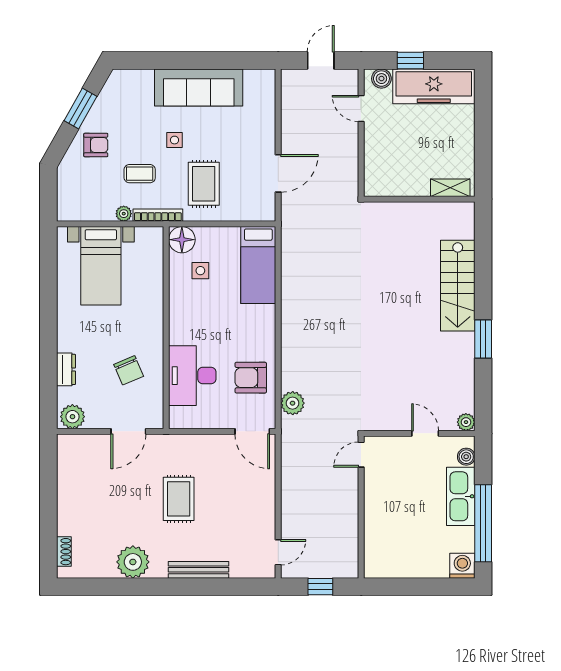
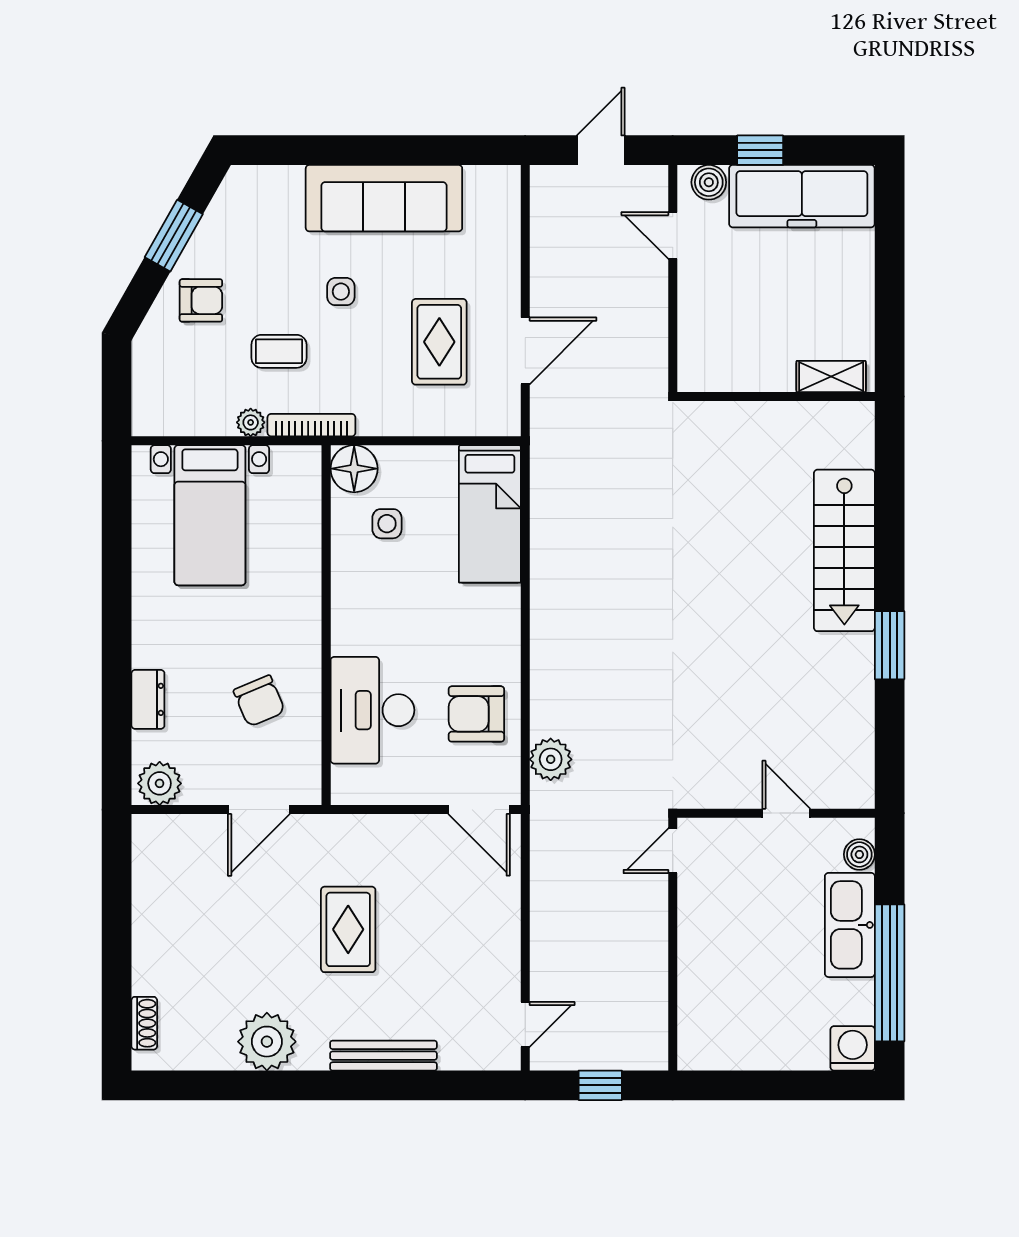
rug: (204, 184) -> (439, 342), moved
plant: (466, 422) -> (859, 793), removed

